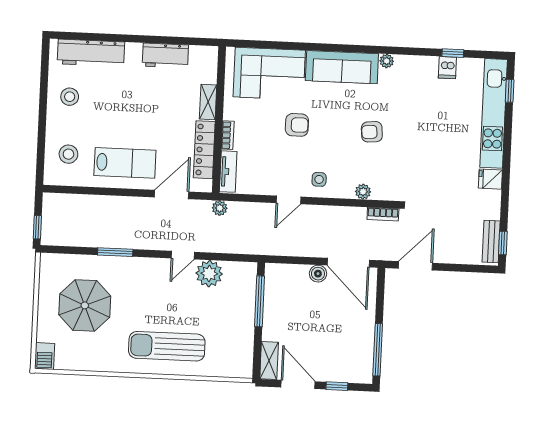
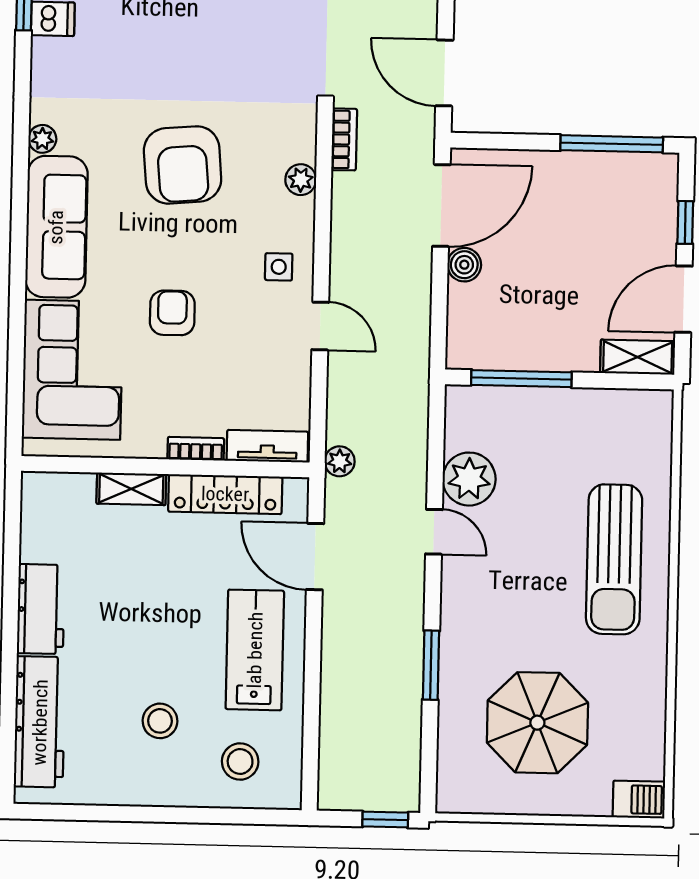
workbench: (165, 56) -> (41, 609), moved
stool: (70, 97) -> (160, 721), moved
armchair: (372, 132) -> (183, 165), width x1.88, depth x1.88

